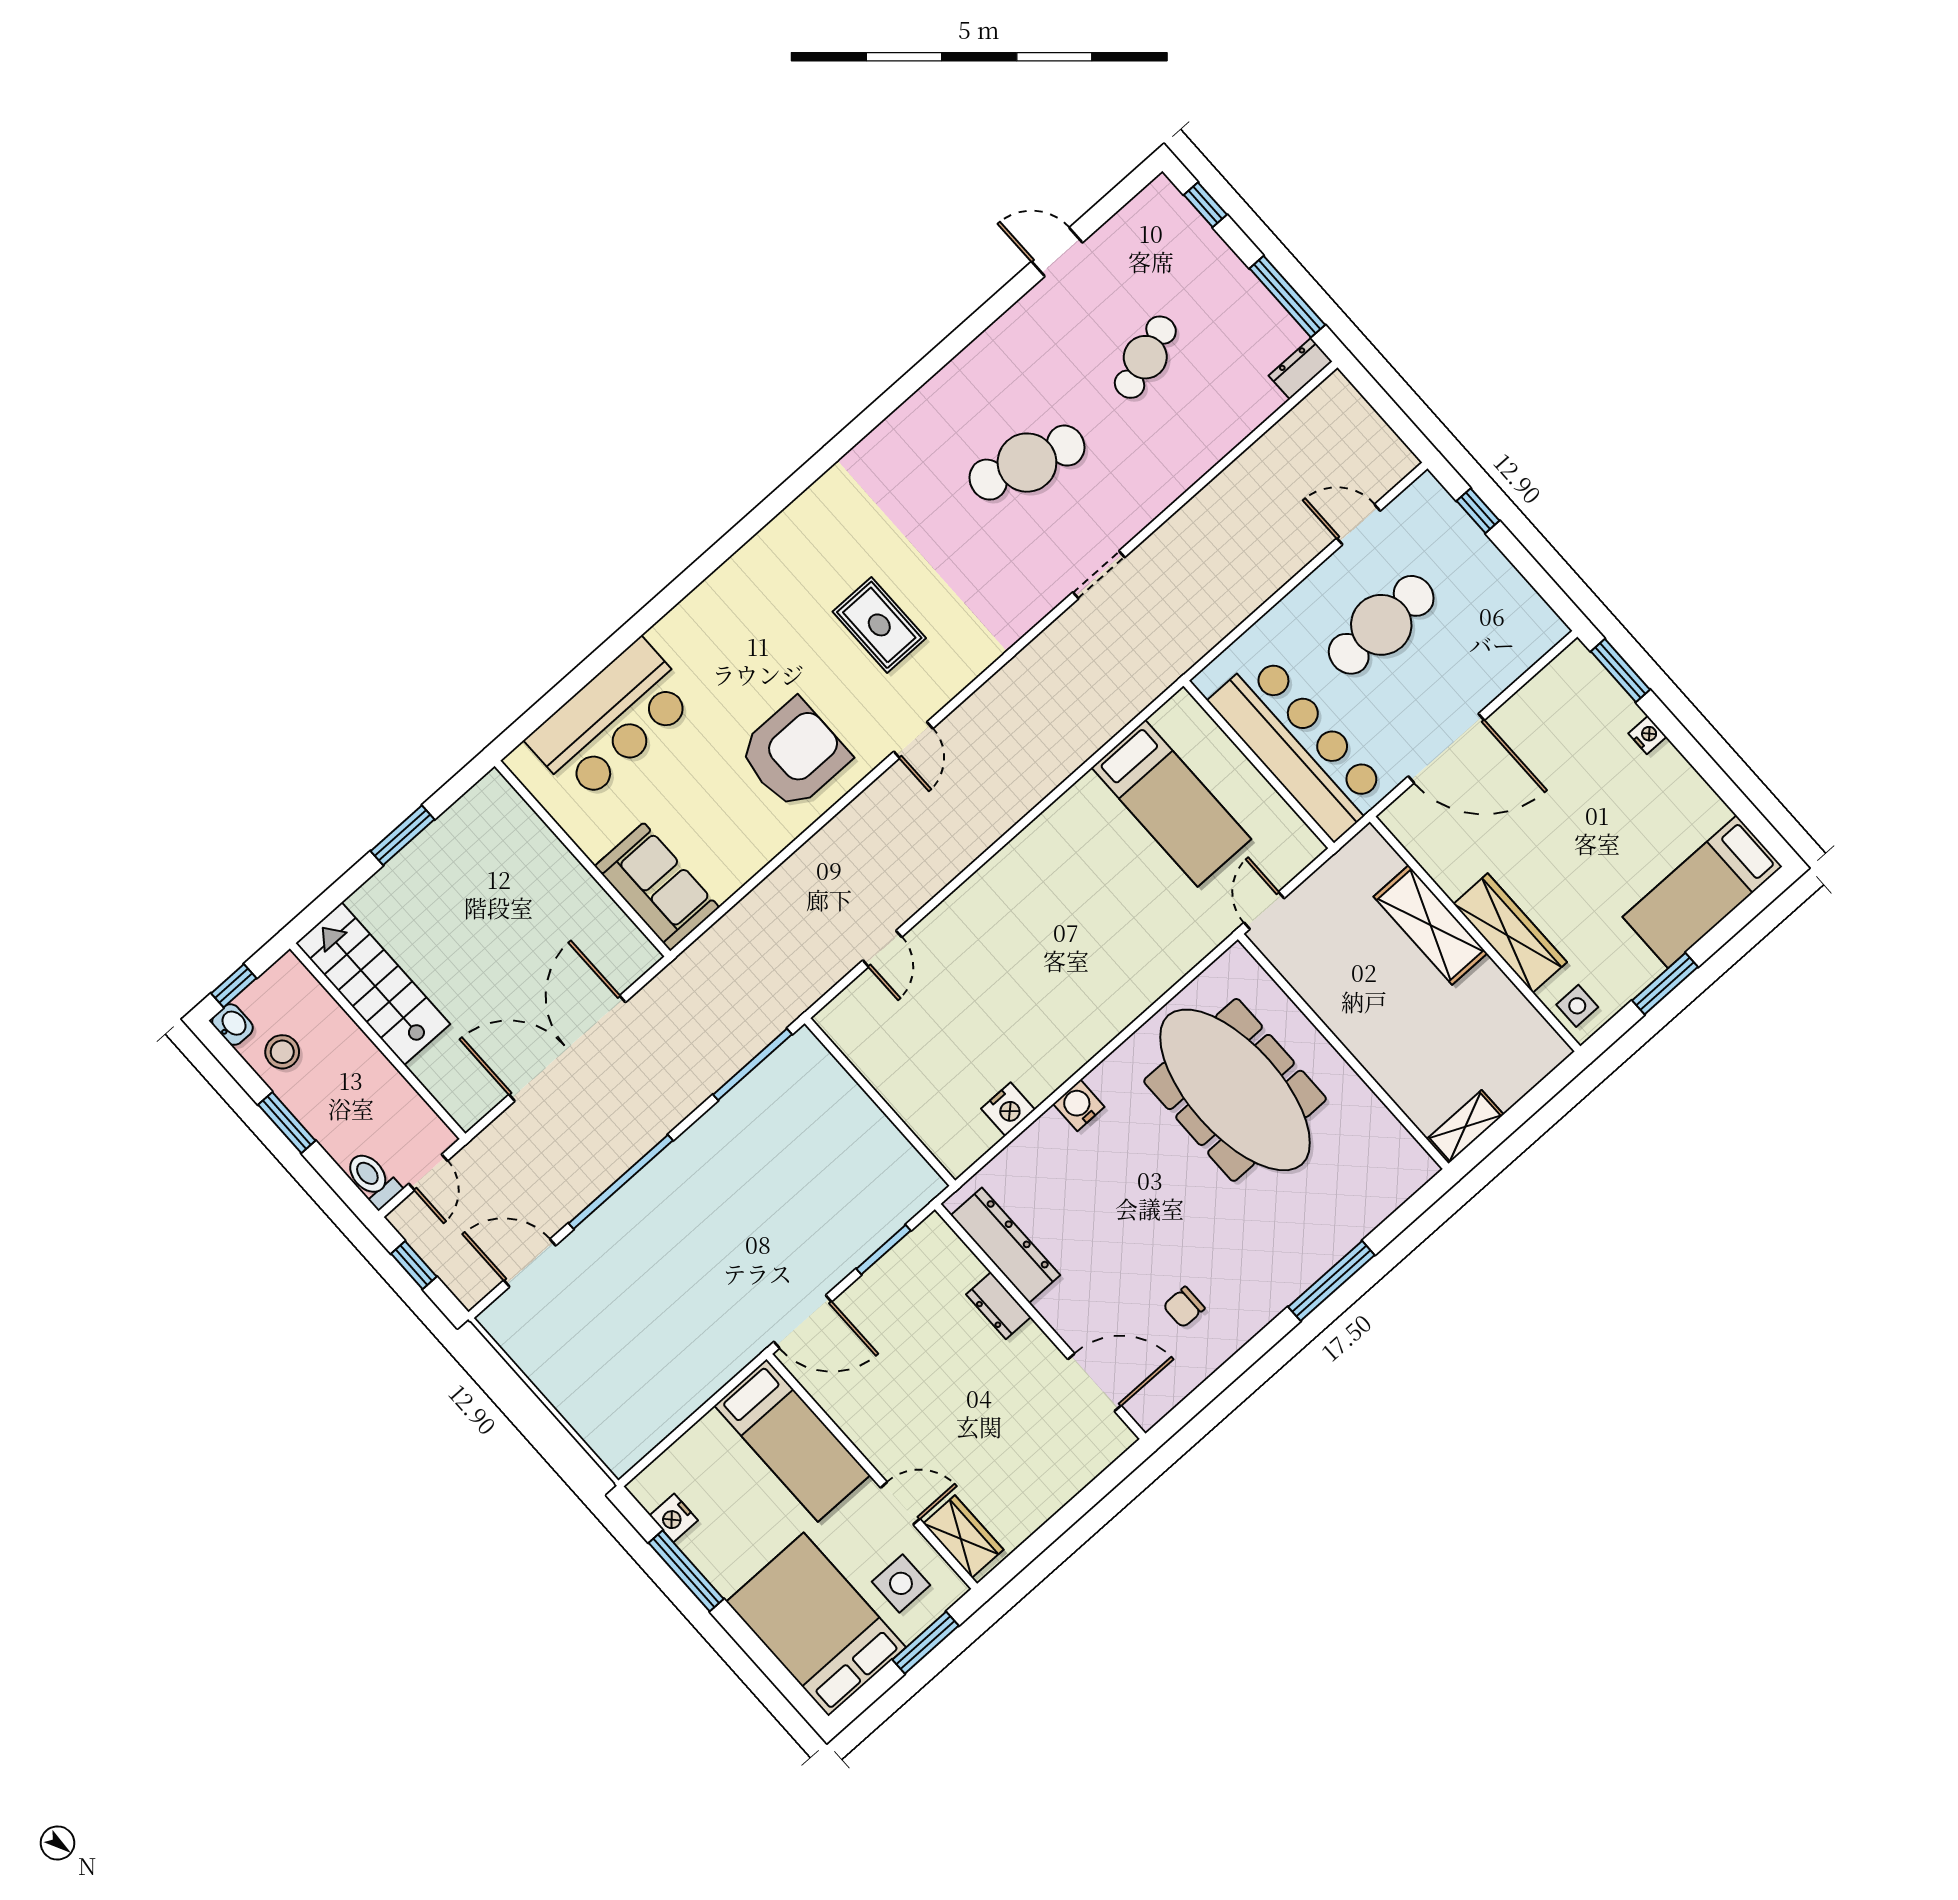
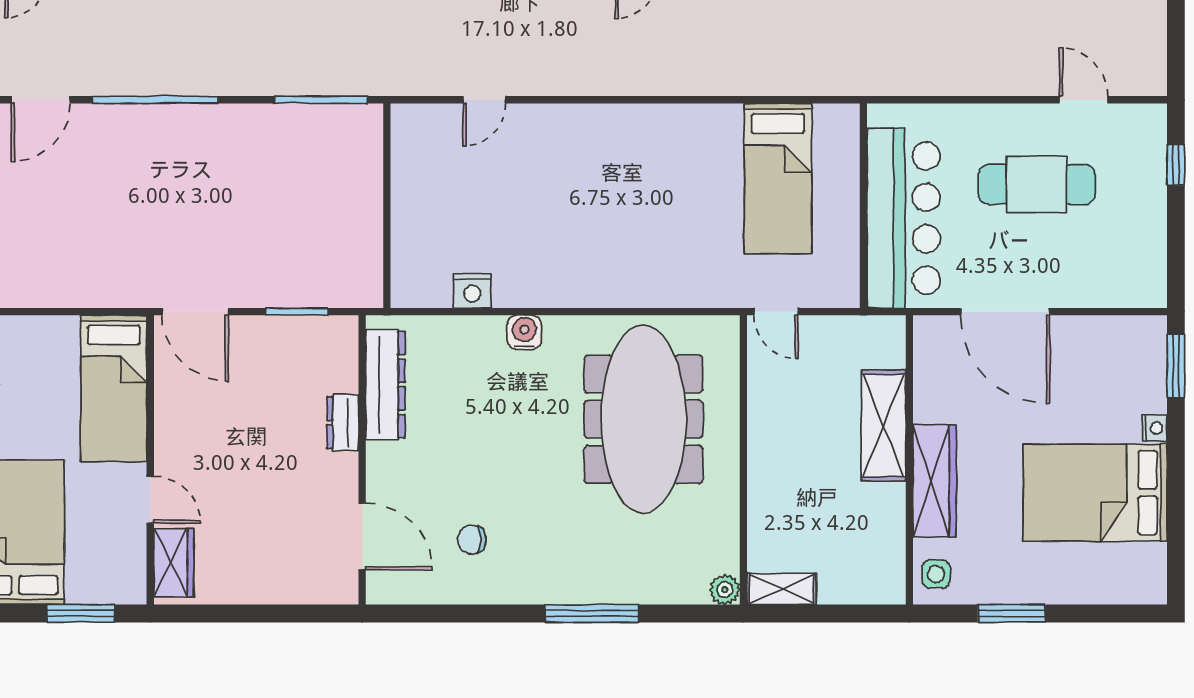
bed: (1702, 892) -> (1095, 493), moved, width x1.50
door: (1264, 910) -> (776, 312), swing flipped
plant: (1420, 1168) -> (725, 590), added
door: (530, 1263) -> (41, 100), swing flipped
side table: (901, 1583) -> (101, 557), removed

